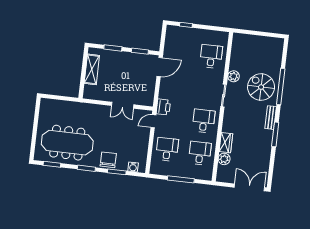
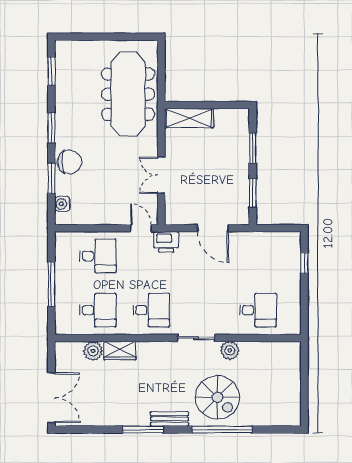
door: (160, 67) -> (213, 228), moved
shelving: (92, 69) -> (189, 118), moved
spiral stairs: (261, 87) -> (217, 397), turned 90
meeting table: (67, 143) -> (128, 94), moved

